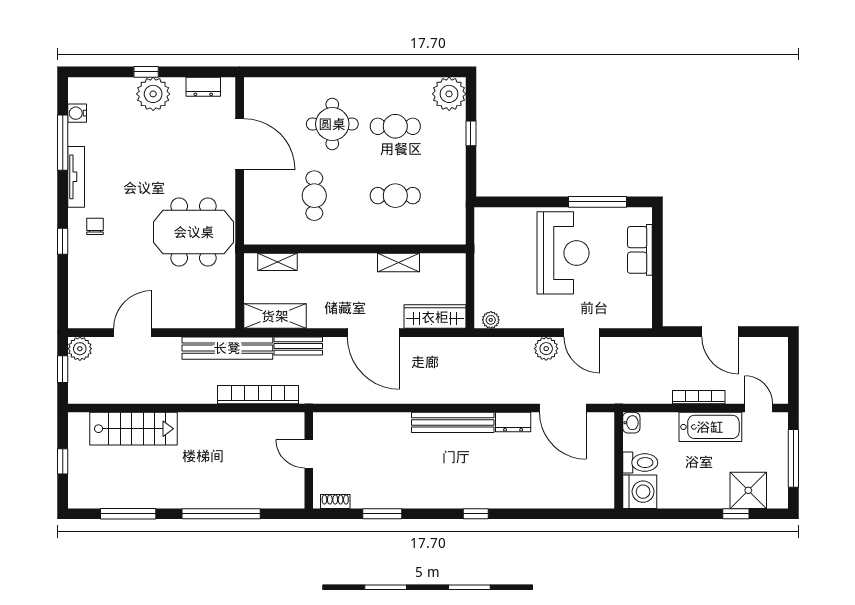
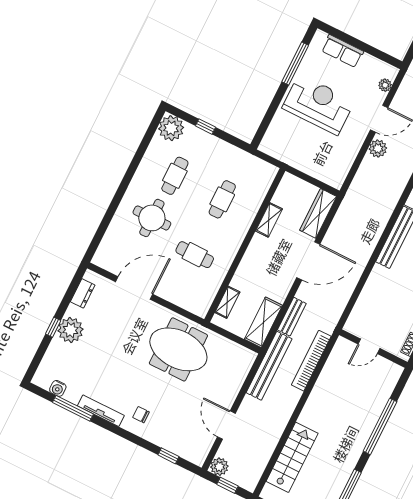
meeting table: (194, 232) -> (178, 349), turned 90
window: (63, 241) -> (168, 456), moved
plant: (491, 320) -> (385, 85), moved

